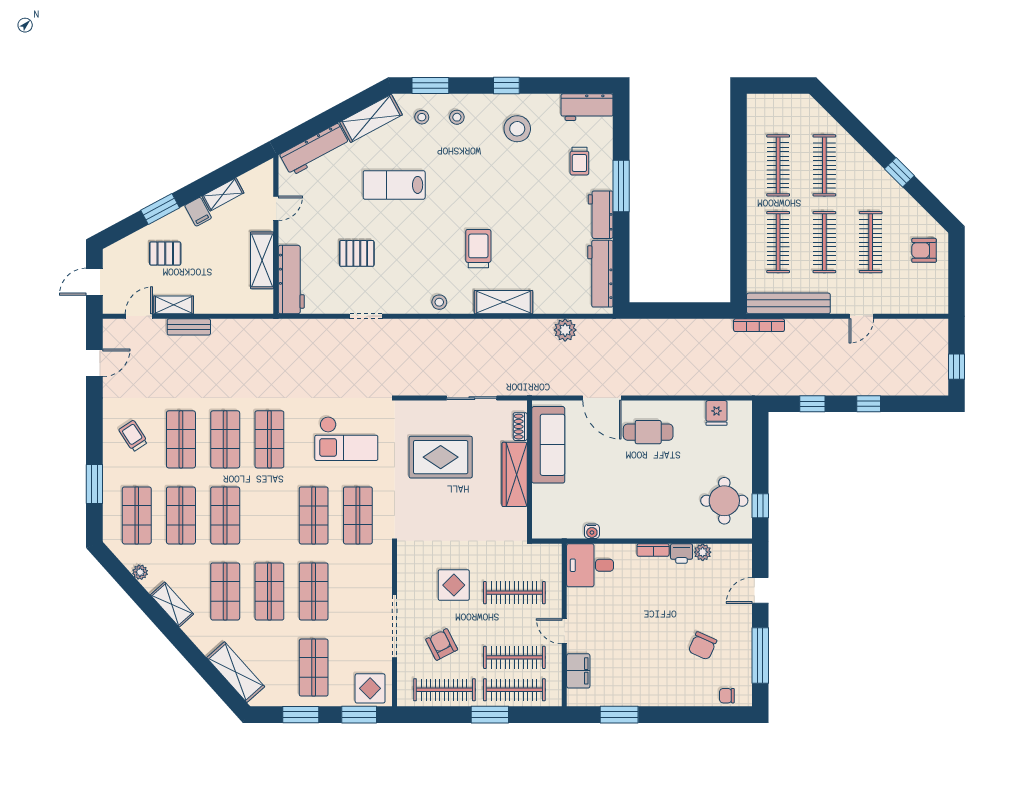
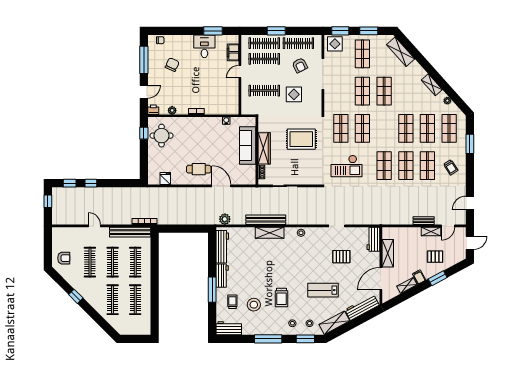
window: (506, 86) -> (268, 339), width x2.17
stool: (517, 129) -> (254, 305), moved
lab bench: (394, 185) -> (323, 290), turned 180
door: (276, 208) -> (381, 279), width x1.88
trolley: (478, 249) -> (282, 297), moved
workbench: (291, 279) -> (373, 239), width x0.73
door: (861, 316) -> (94, 226), hinge flipped
bench: (511, 329) -> (266, 220), added
plant: (565, 330) -> (225, 219), moved
window: (812, 404) -> (70, 183), moved
checkout: (346, 439) -> (346, 166), turned 180
sofa: (548, 445) -> (248, 146), moved
rug: (441, 457) -> (301, 139), moved
printer: (682, 554) -> (153, 110), moved
desk: (590, 565) -> (204, 46), moved, turned -90
shop shelf: (225, 591) -> (406, 91), removed
door: (564, 631) -> (240, 72), swing flipped

